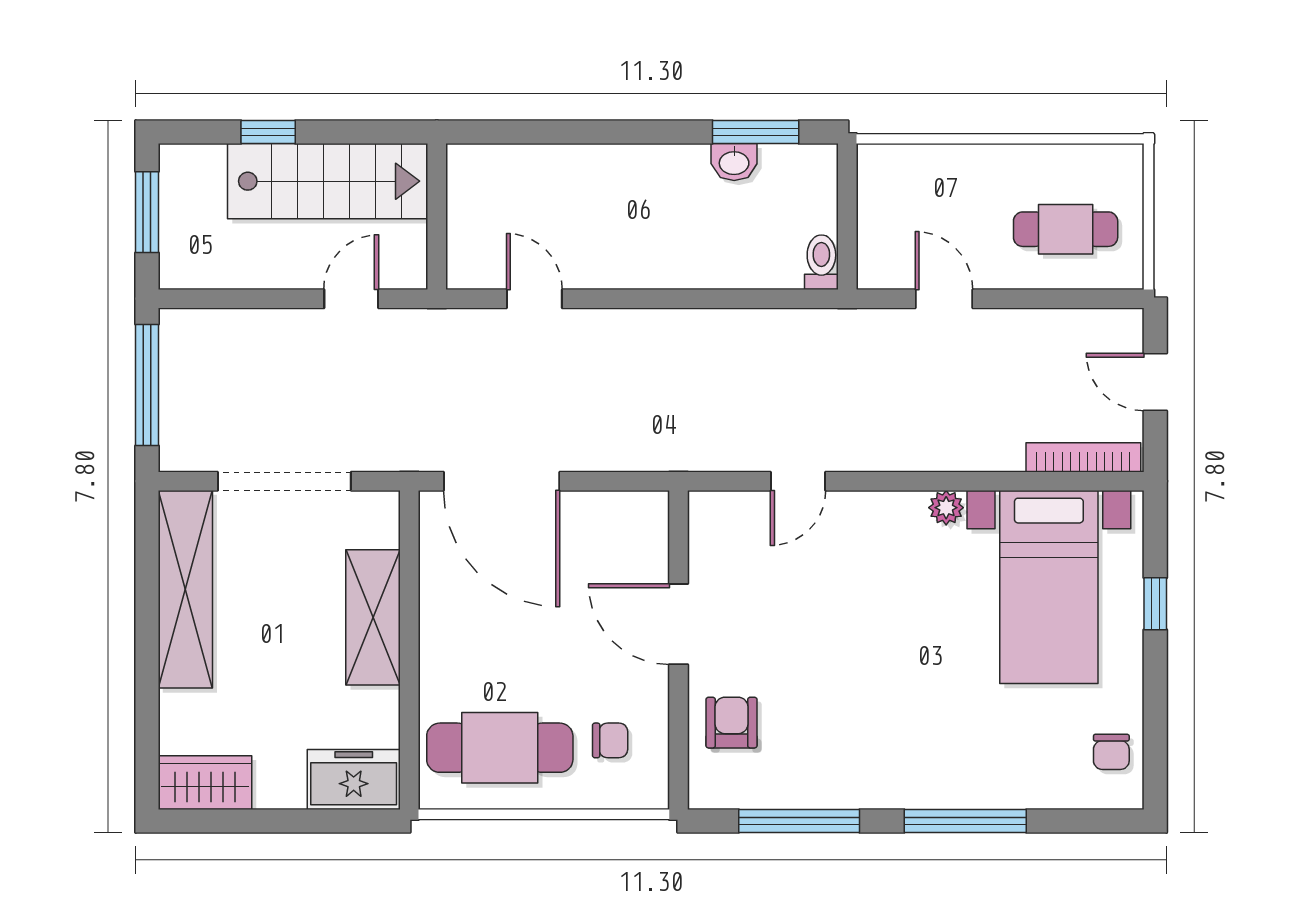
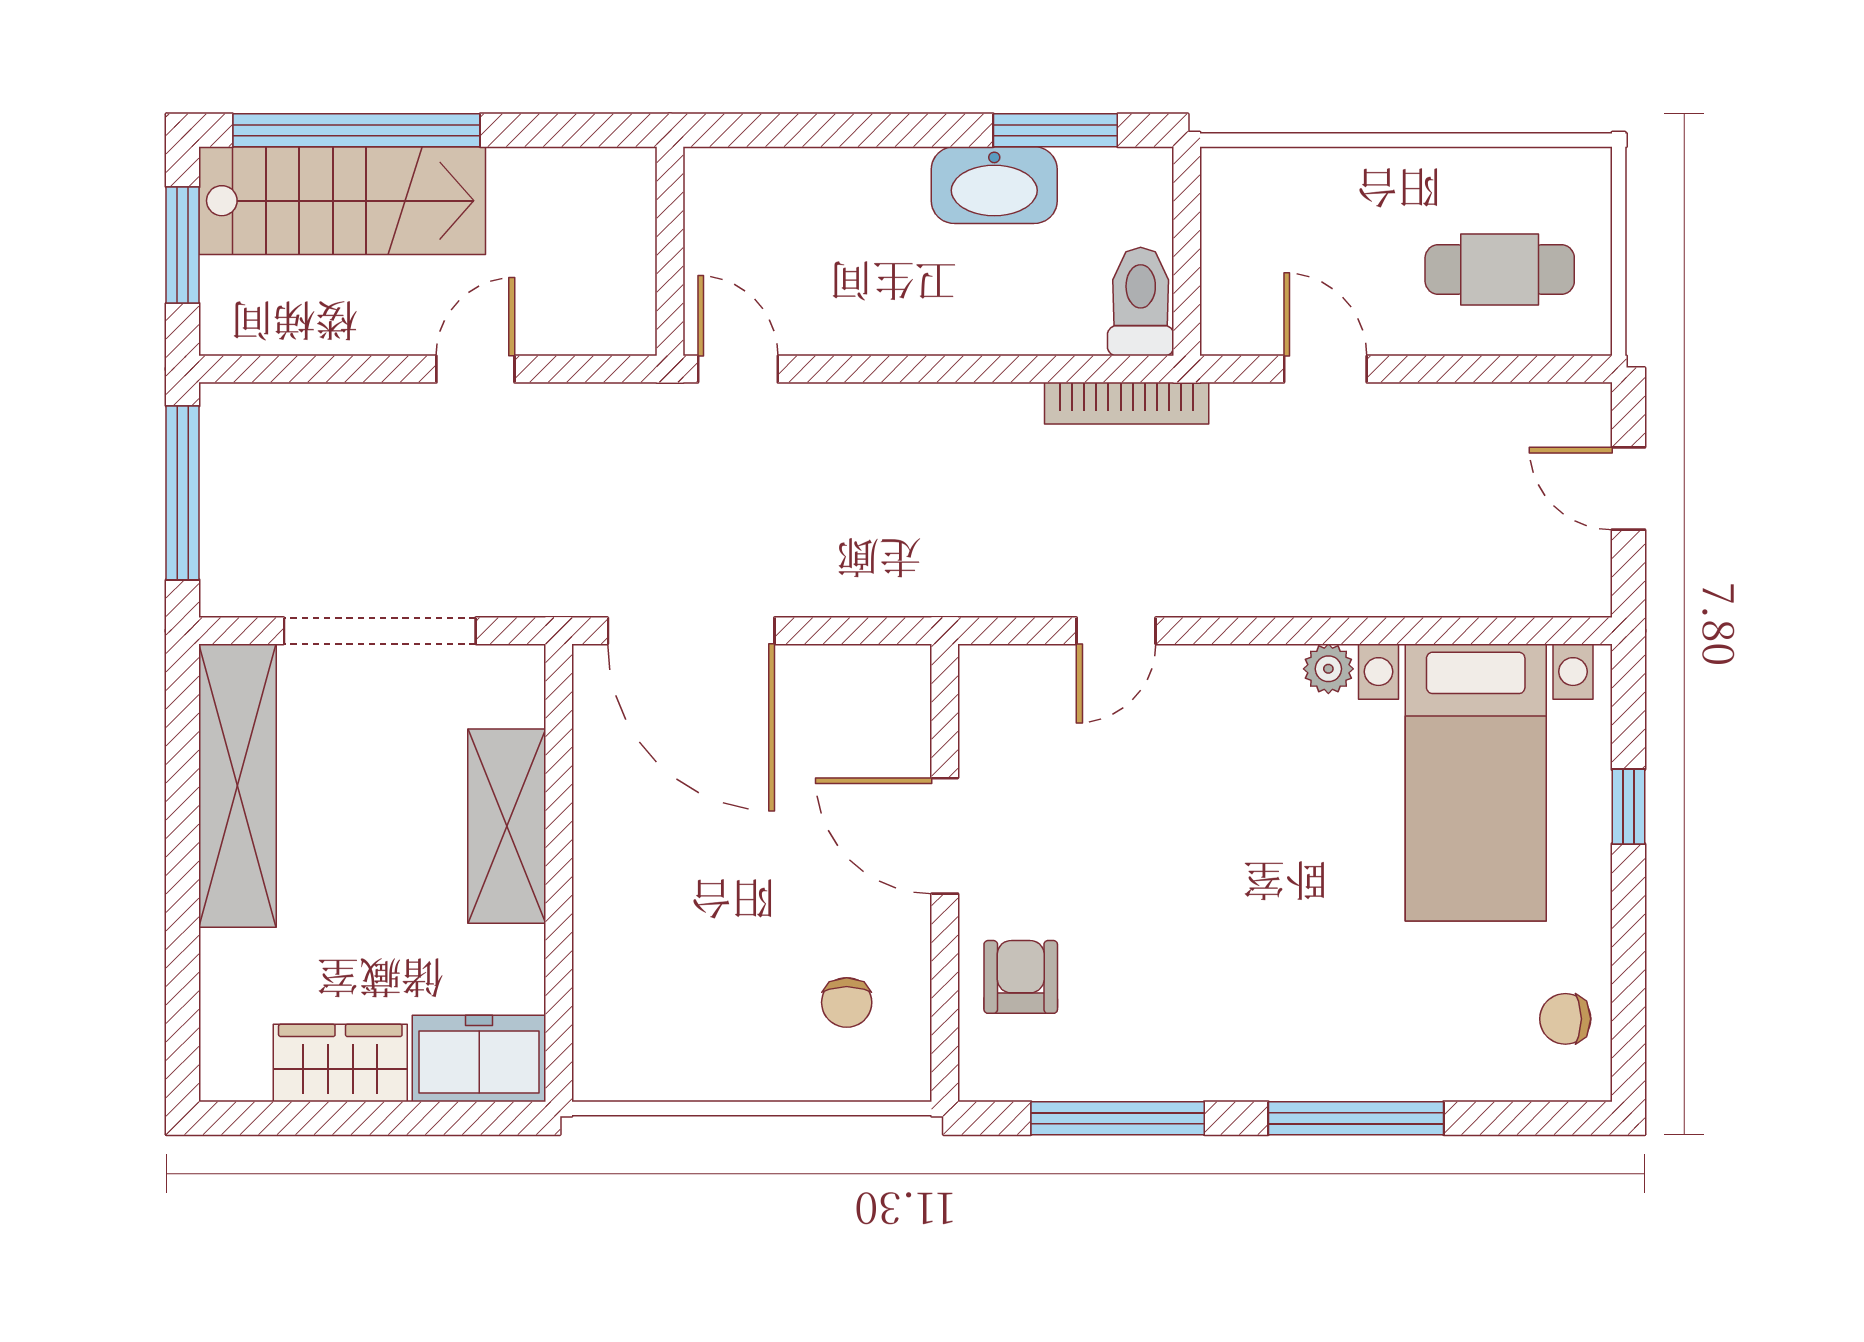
window: (268, 132) -> (356, 130), width x3.17
washbasin: (734, 162) -> (994, 185), width x1.91, depth x1.45
stairs: (328, 181) -> (342, 201), moved
wall: (437, 216) -> (670, 251), moved
toilet: (821, 262) -> (1141, 302), width x1.37, depth x1.39
bookcase: (1083, 457) -> (1127, 403), moved, turned 180
chair: (610, 740) -> (847, 1002), turned 90
cafe table: (500, 748) -> (688, 1013), removed
chair: (1111, 752) -> (1565, 1019), turned 90
wardrobe: (205, 783) -> (340, 1063), moved

